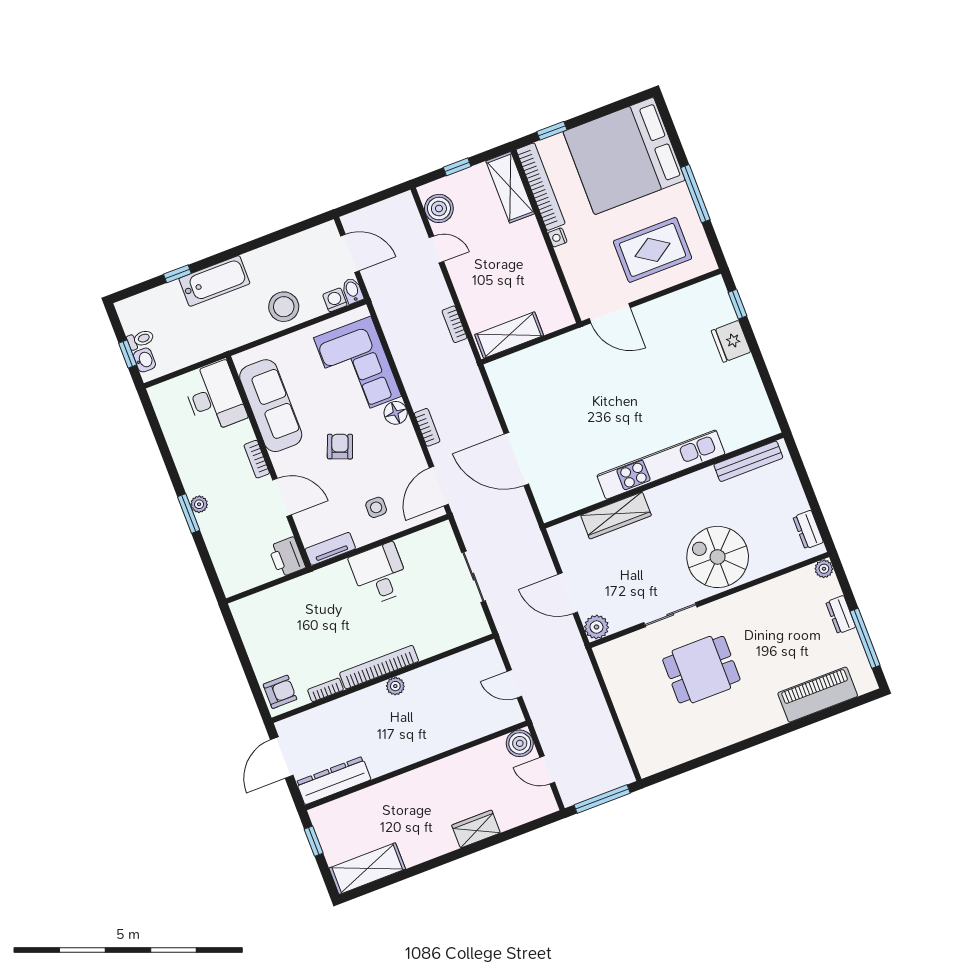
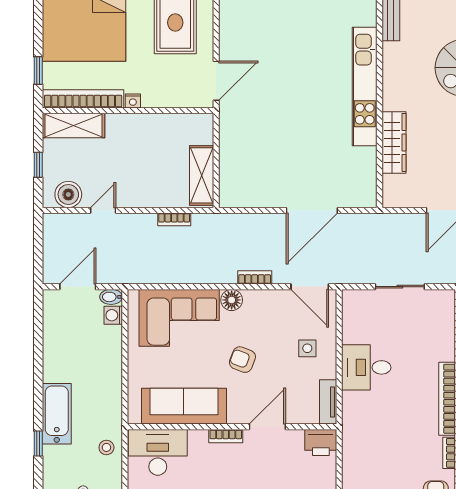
stool: (284, 307) -> (106, 447), moved, width x0.53, depth x0.53

